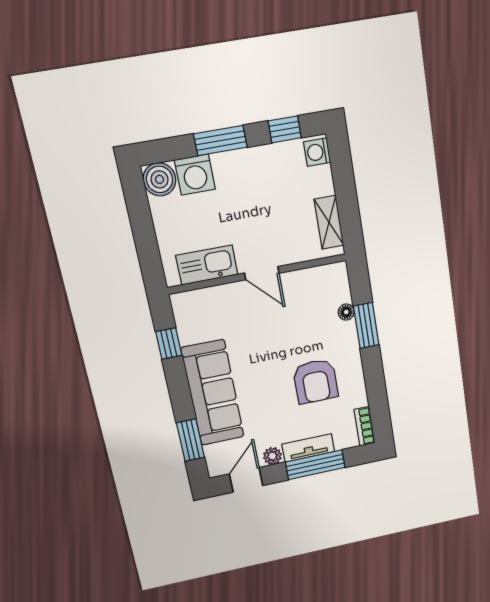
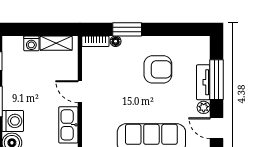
washing machine: (317, 152) -> (31, 43), moved
door: (262, 273) -> (80, 92), swing flipped
bookcase: (365, 426) -> (95, 41), moved

